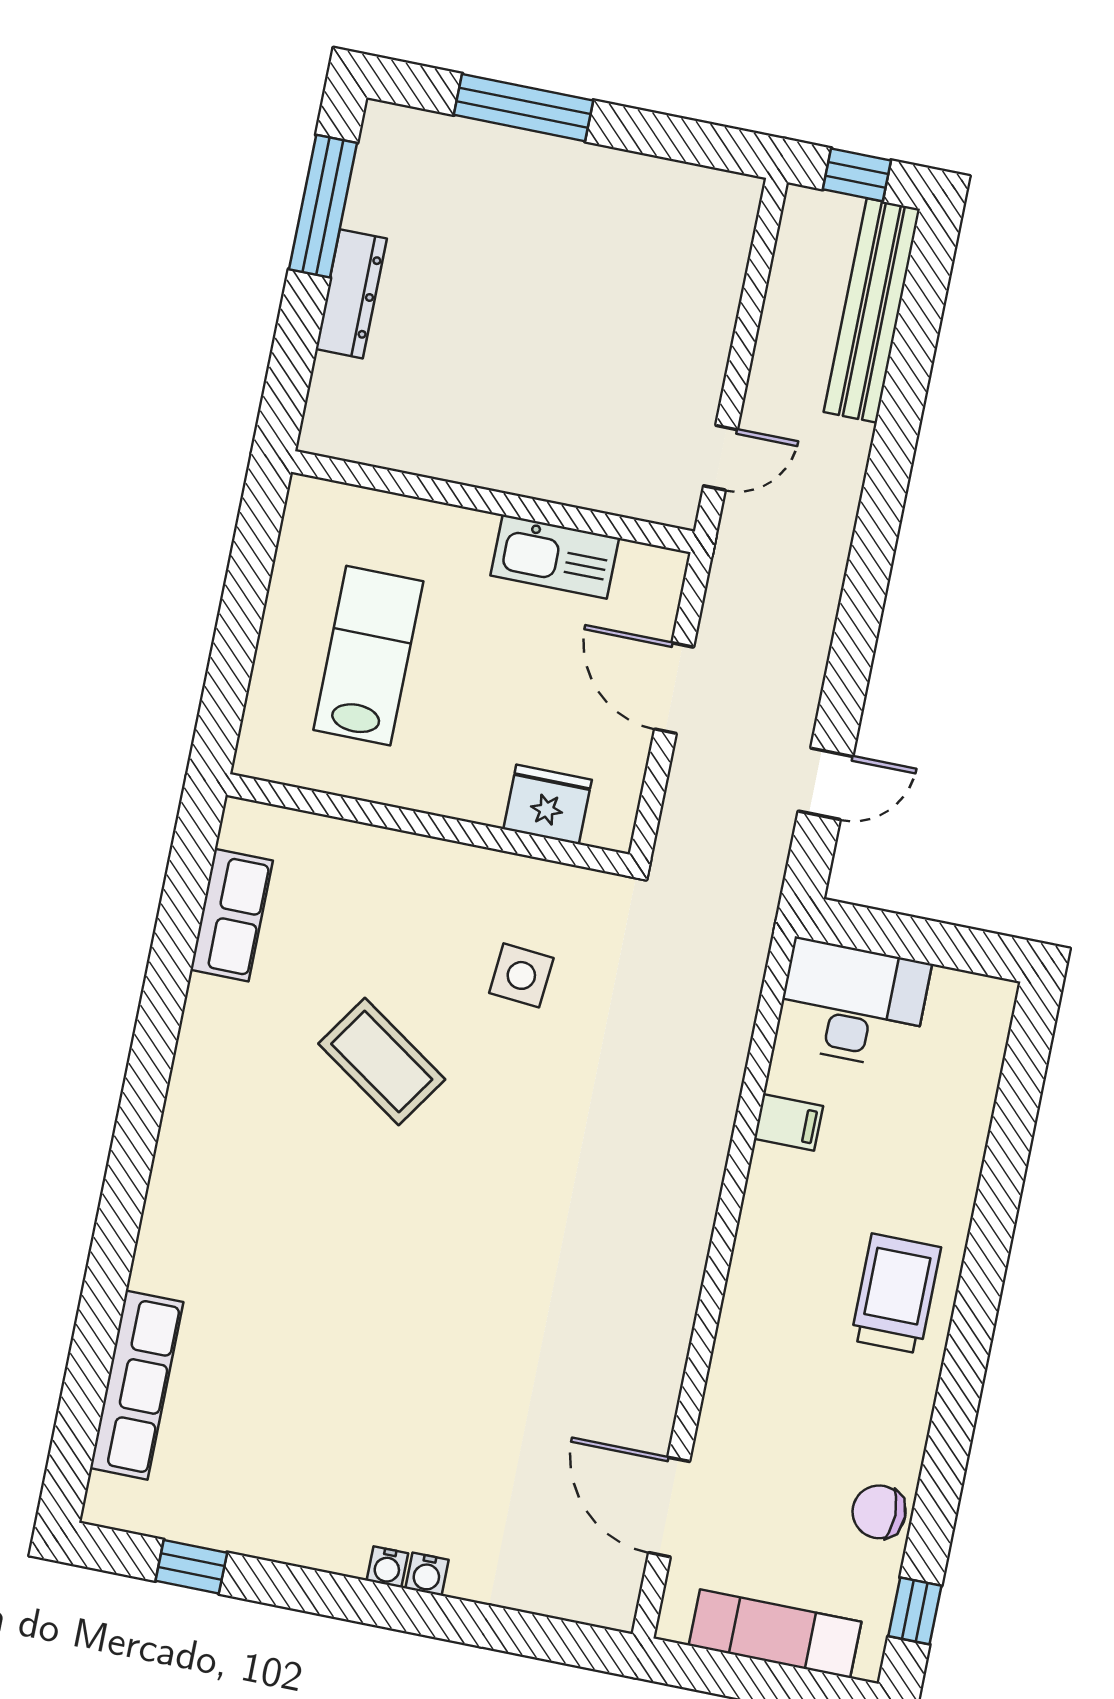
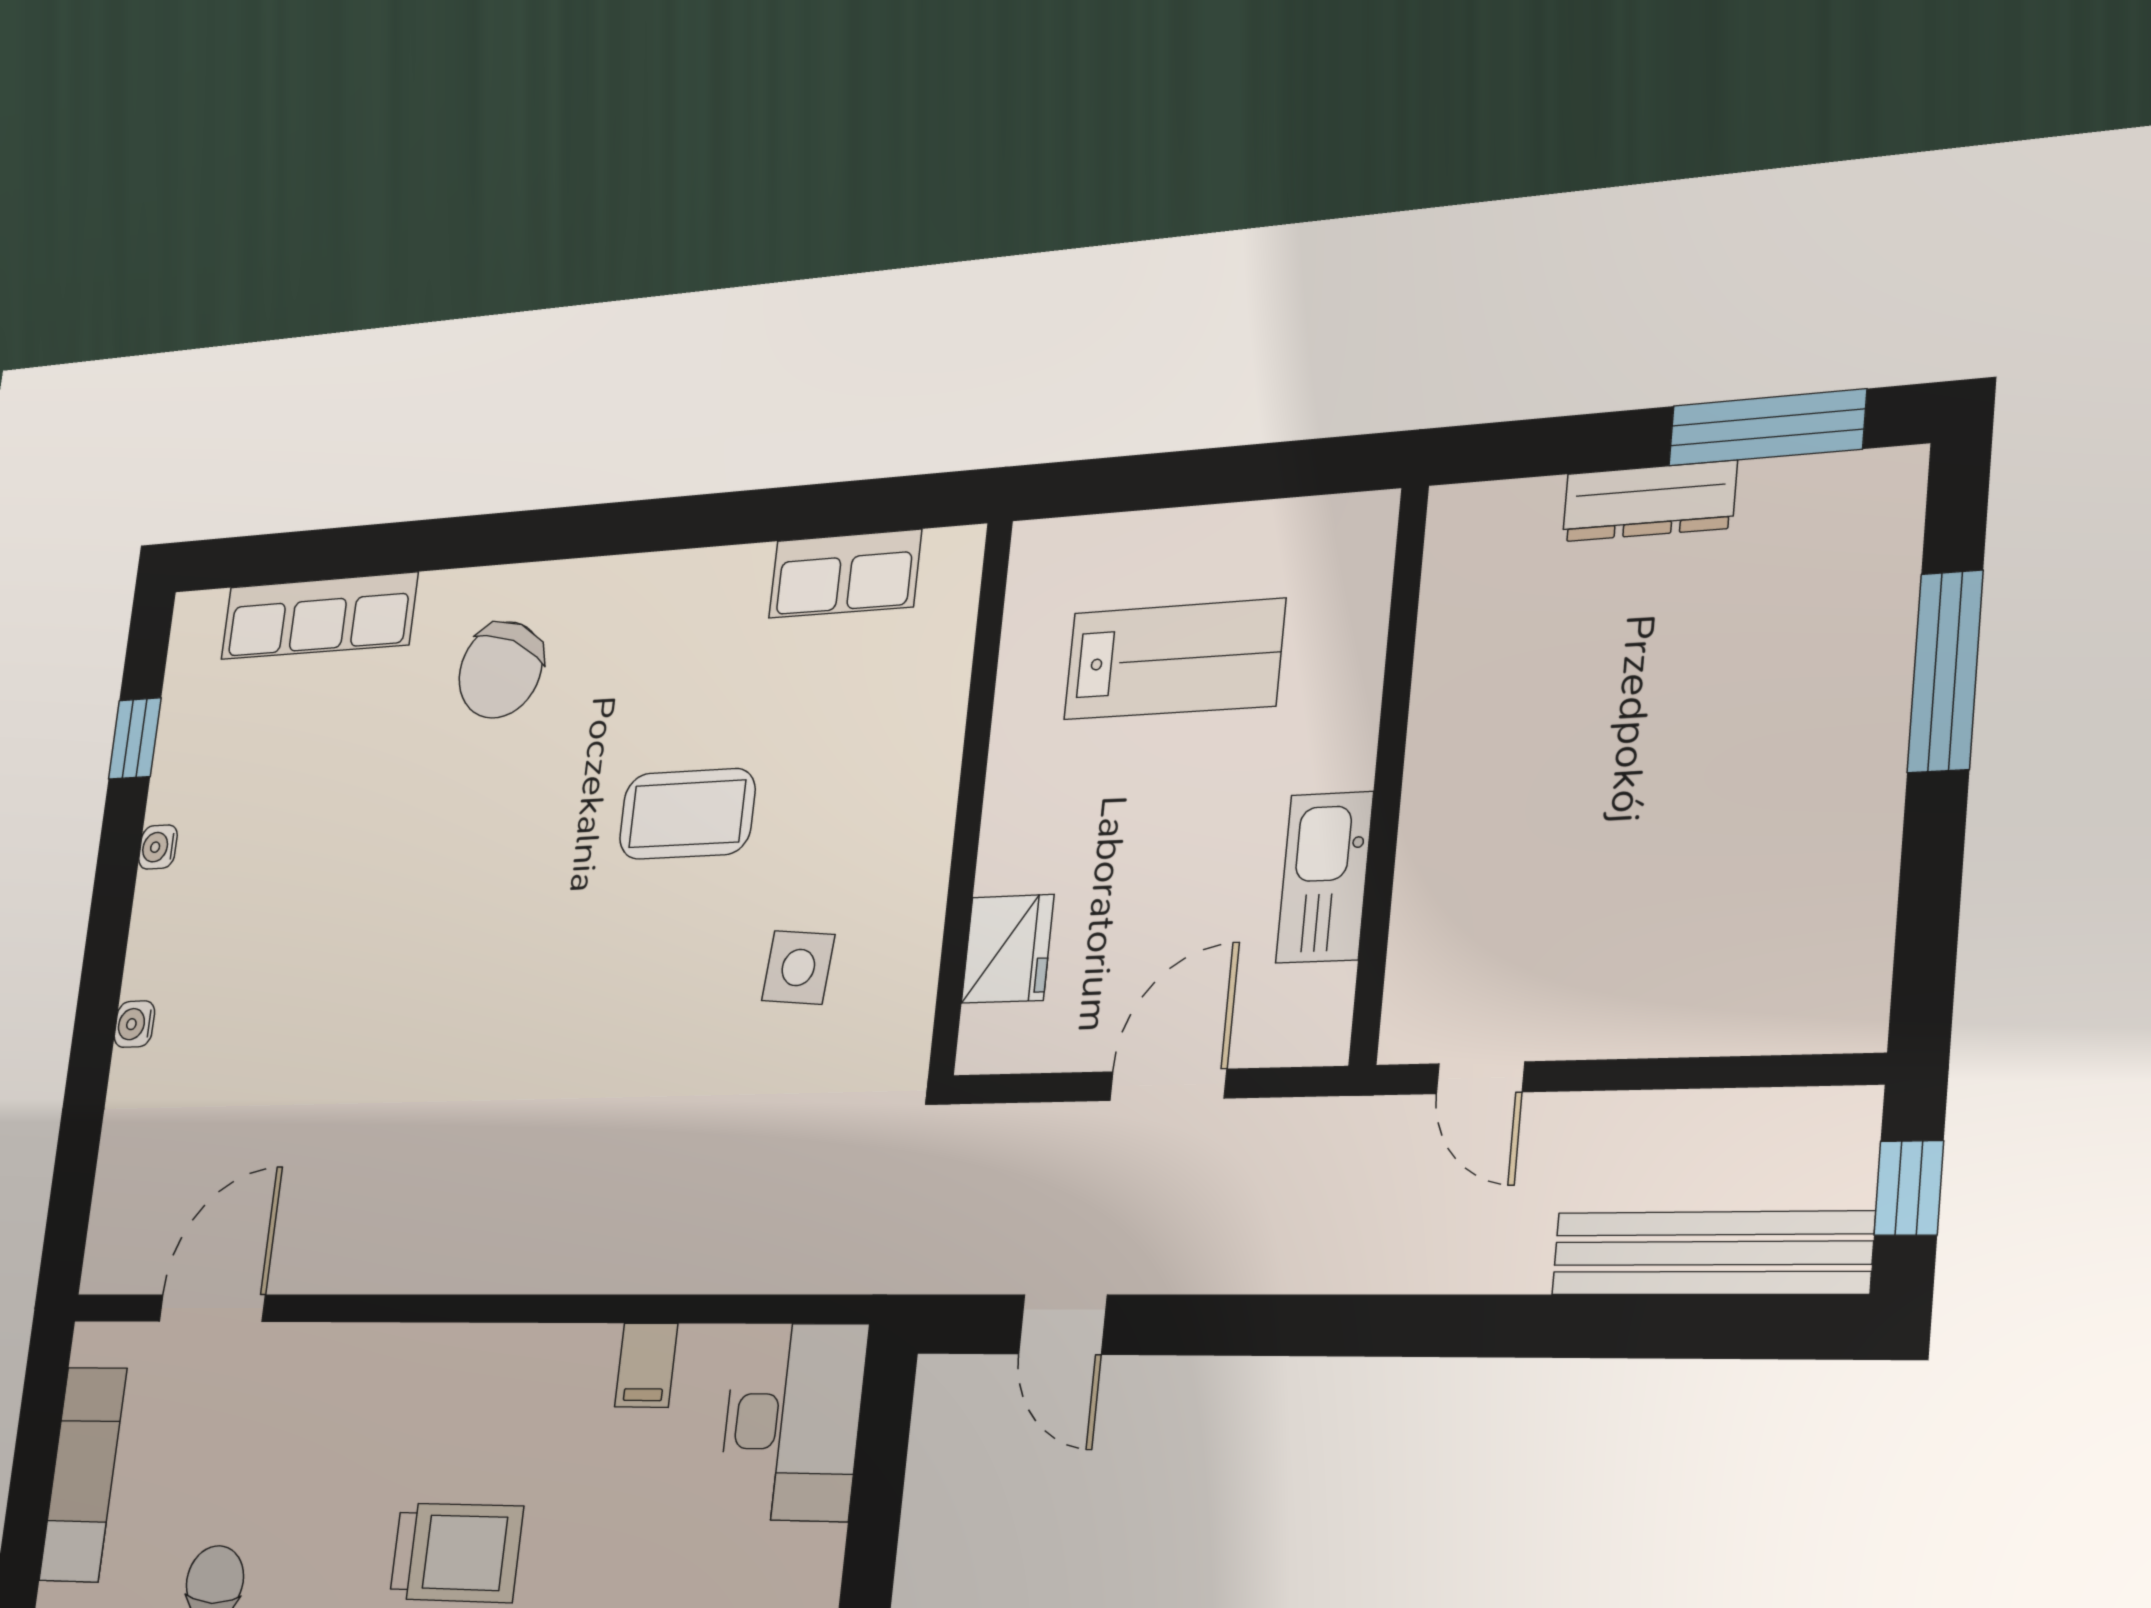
coffee table: (382, 1062) -> (687, 814), turned 56
chair: (226, 1219) -> (501, 670), added
water cooler: (387, 1567) -> (158, 847), moved

